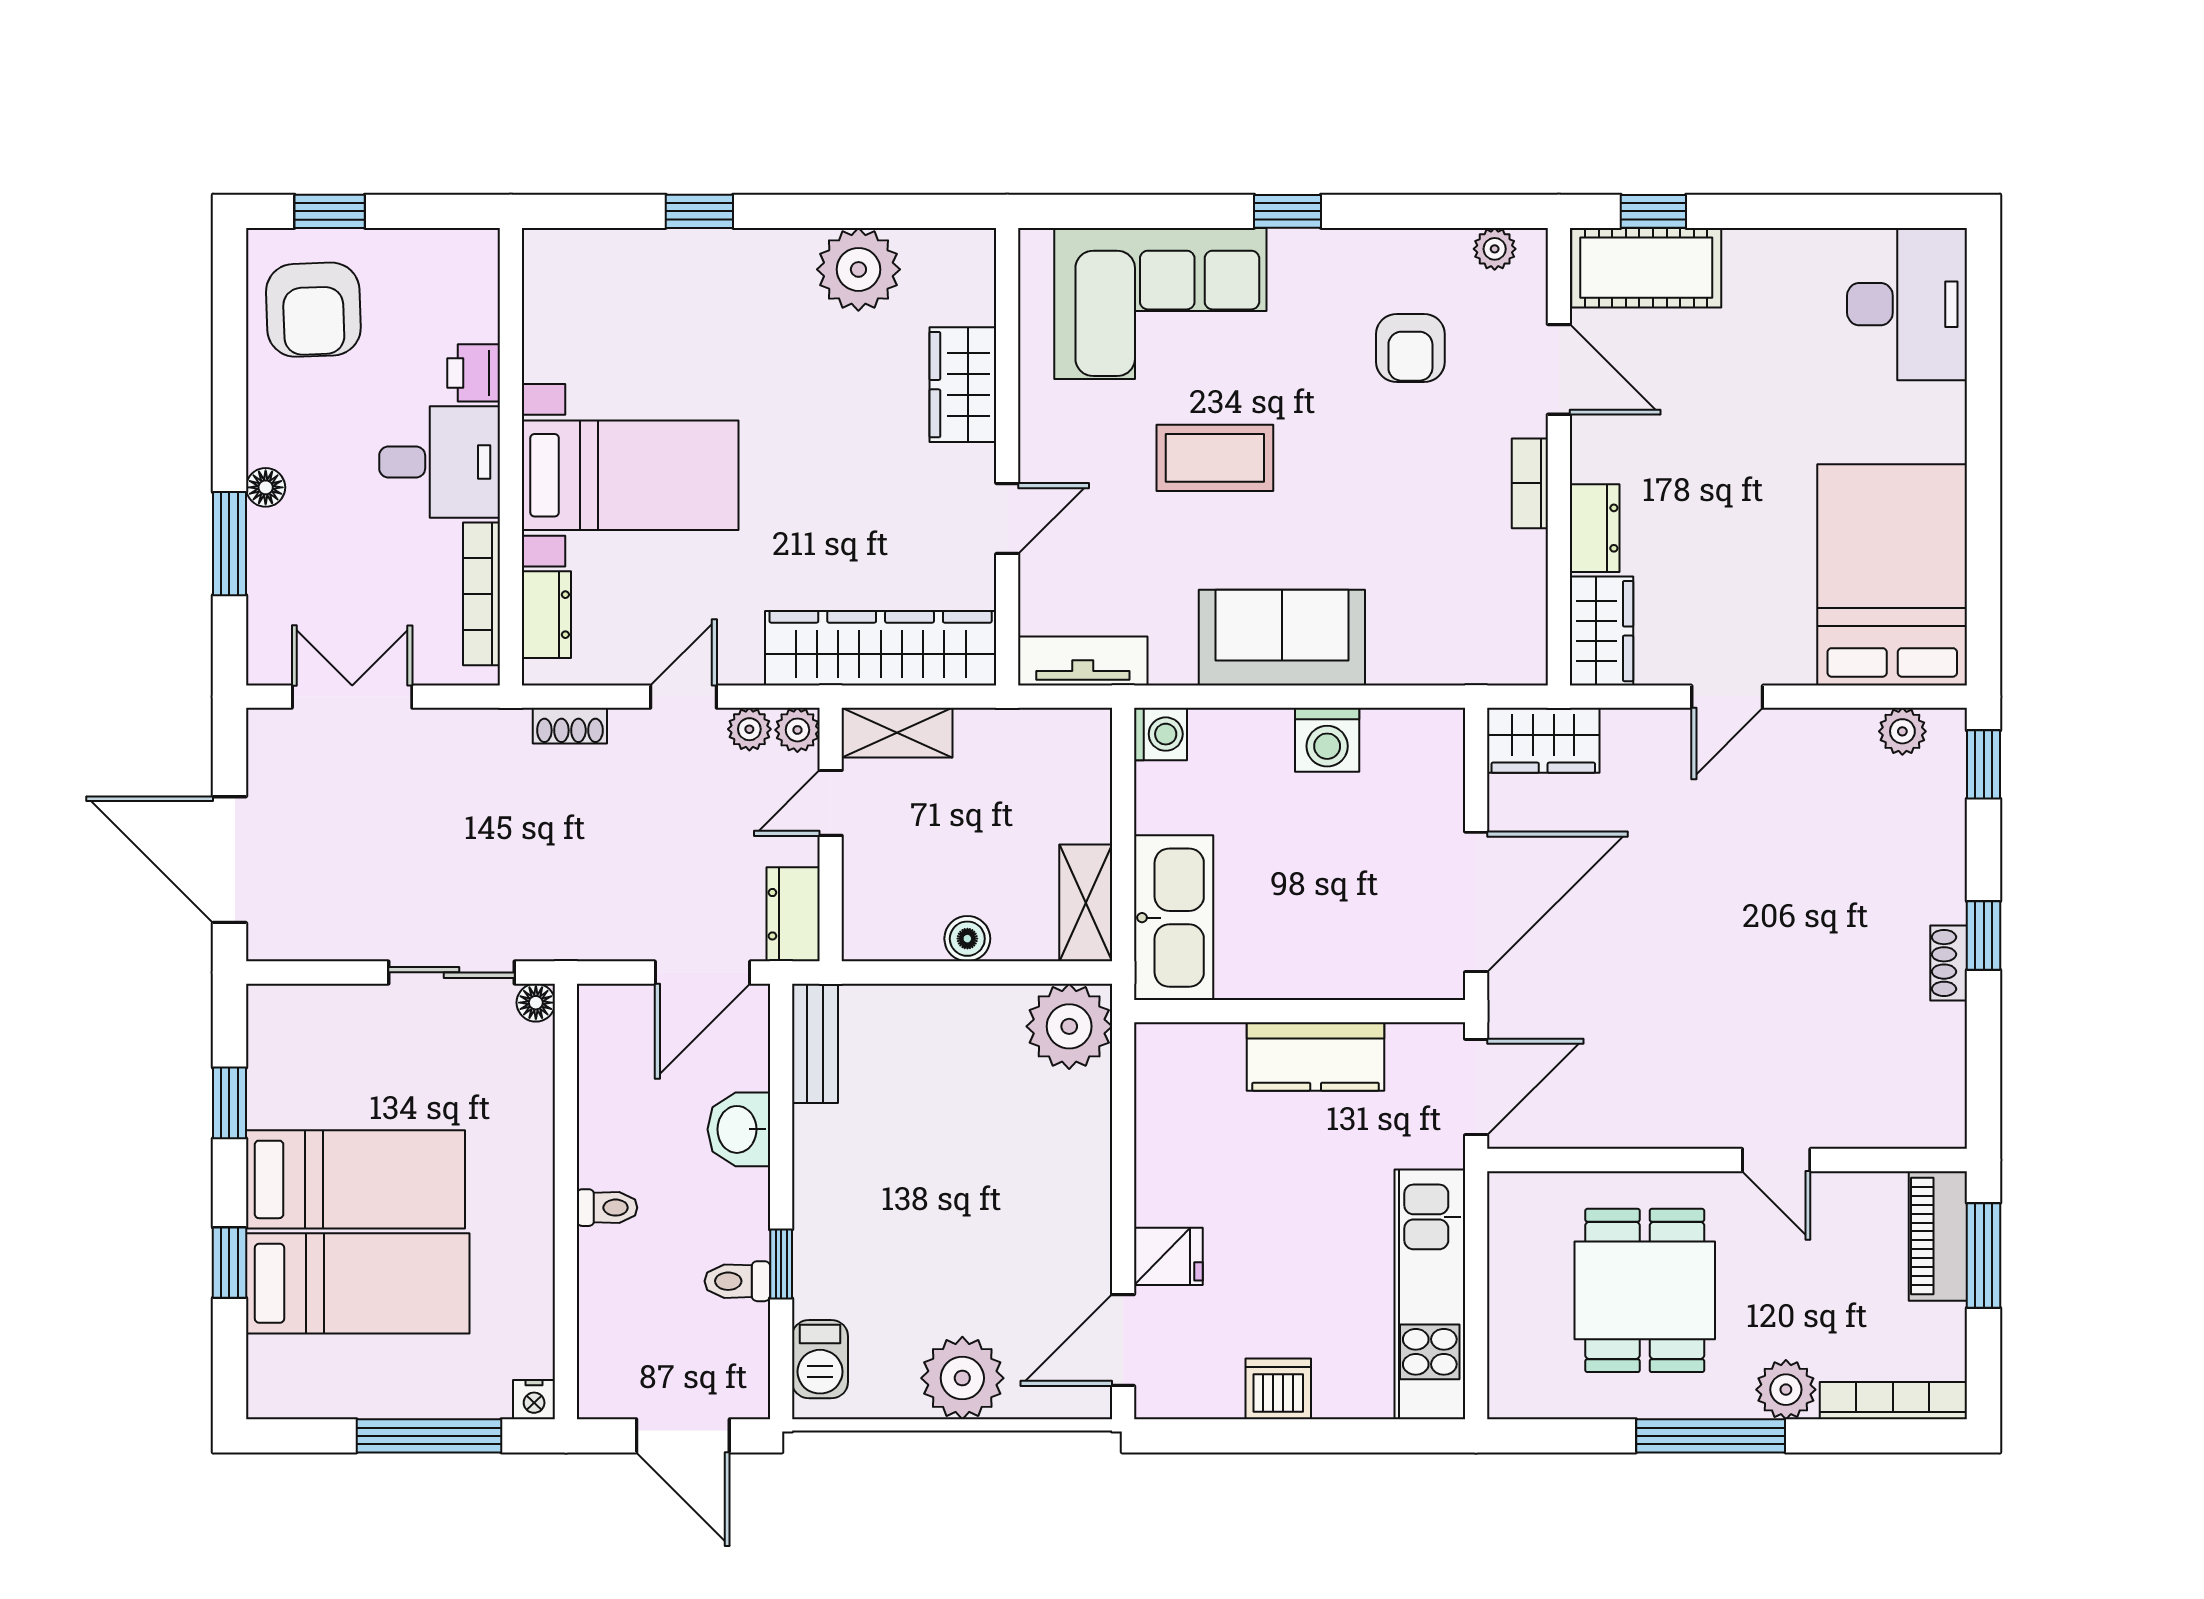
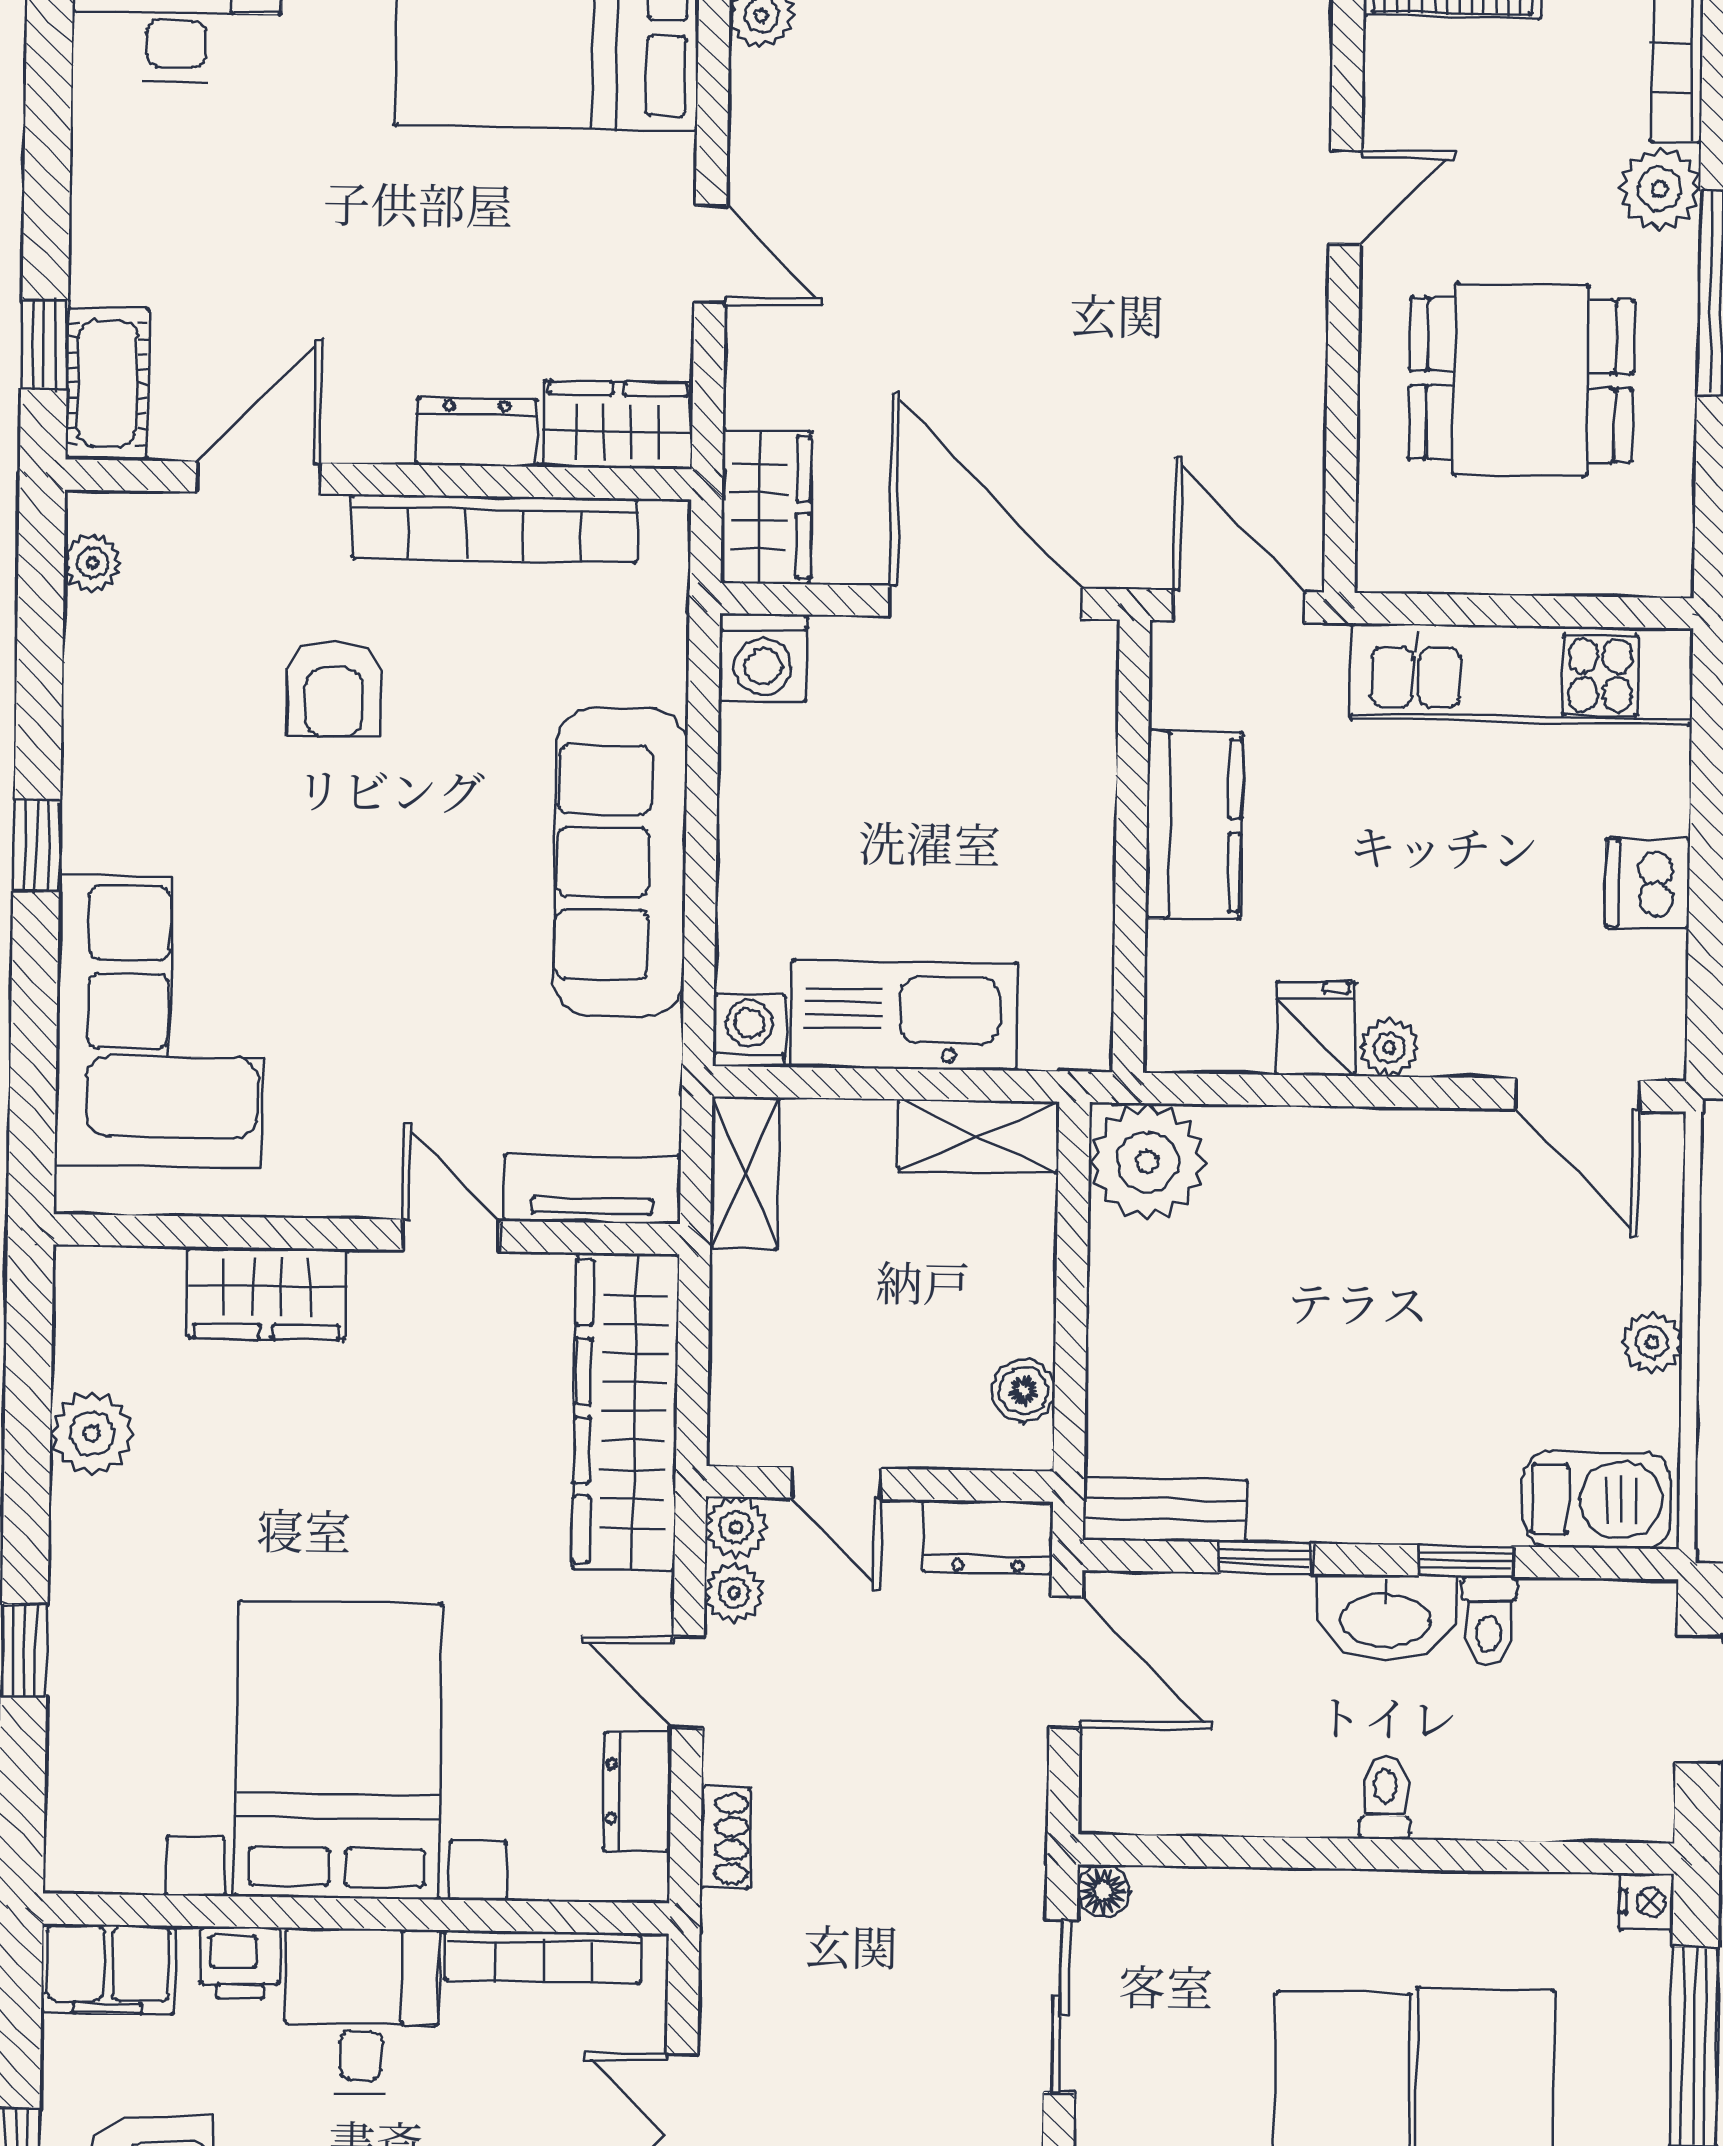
cot: (1646, 268) -> (107, 383), width x0.73, depth x0.75
plant: (858, 269) -> (92, 1434), width x0.73, depth x0.73
filing cabinet: (467, 276) -> (108, 1969), added
armchair: (1410, 348) -> (334, 689), moved, turned 90
coffee table: (1215, 458) -> (373, 950), removed
bed with nightstands: (630, 475) -> (339, 1750), width x1.36
bookcase: (1530, 483) -> (495, 529), width x2.31, depth x1.31
dresser: (546, 615) -> (638, 1792), moved, turned -90
sofa: (1282, 638) -> (620, 862), width x1.36
tv unit: (1083, 661) -> (592, 1189), moved, turned 90
shelving: (897, 733) -> (745, 1173), moved
washing machine: (1327, 740) -> (763, 658), moved, turned 90
kitchen sink: (1174, 918) -> (904, 1015), moved
boiler: (967, 939) -> (1024, 1390), moved
window: (781, 1117) -> (1265, 1558), added
washbasin: (739, 1129) -> (1385, 1618), moved, width x1.38
plant: (1155, 1202) -> (1389, 1048), added
fridge: (1168, 1256) -> (1315, 1029), moved
barbecue: (820, 1359) -> (1597, 1500), width x1.38, depth x1.27
plant: (962, 1378) -> (1652, 1342), width x0.53, depth x0.53

